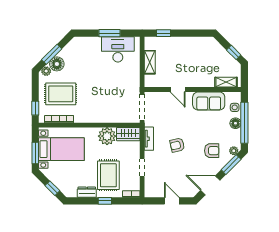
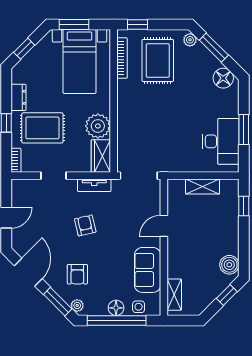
boiler: (205, 43) -> (229, 265), added
window: (234, 52) -> (227, 295), moved
floor lamp: (57, 64) -> (223, 78), moved

